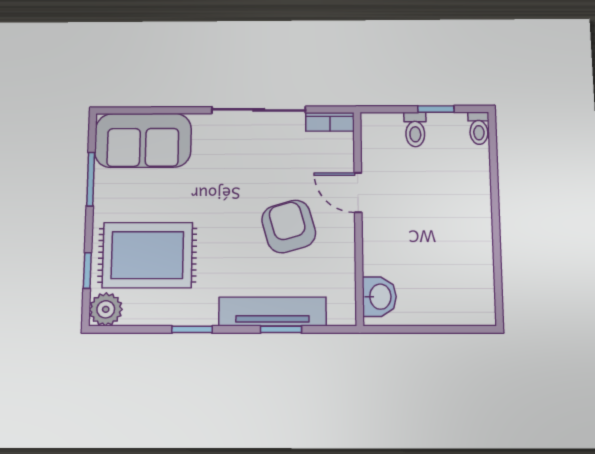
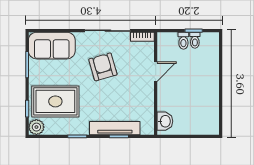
toilet: (479, 128) -> (195, 40), moved
door: (358, 193) -> (156, 72), swing flipped
armchair: (289, 226) -> (103, 67), moved

